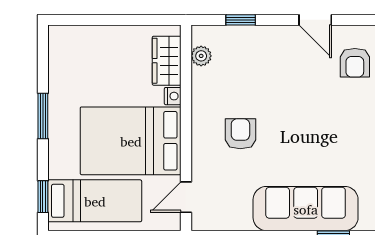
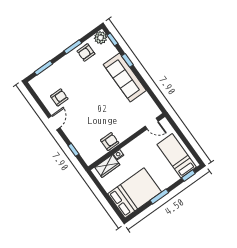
plant: (201, 56) -> (97, 155), removed
armchair: (240, 134) -> (110, 142), moved, turned 180
bed: (131, 141) -> (135, 193), moved, turned -90

